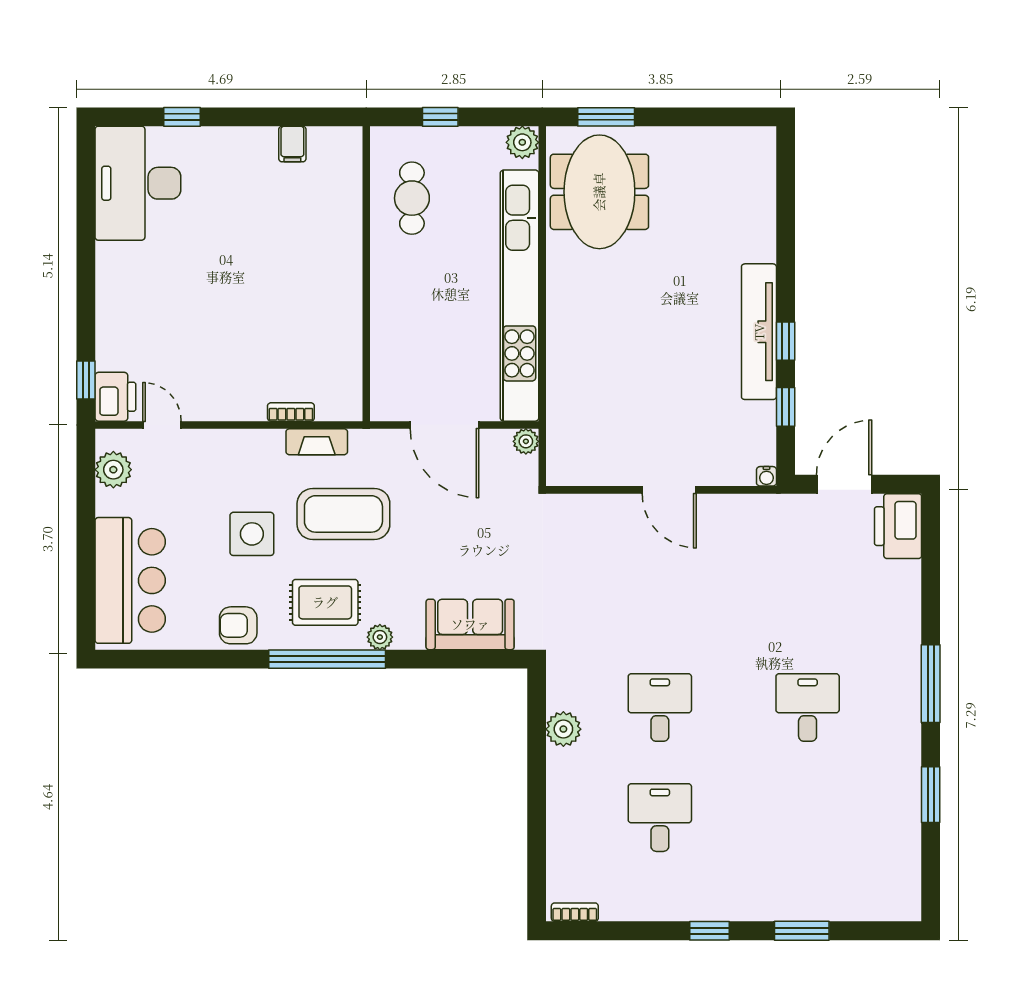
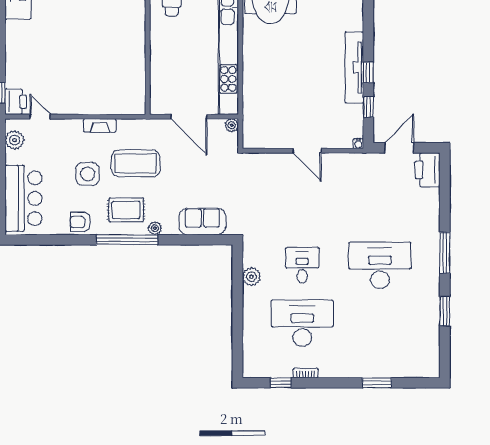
bookcase: (291, 412) -> (108, 110), removed
fireplace: (317, 442) -> (100, 125), moved
desk: (808, 707) -> (380, 265), width x1.87, depth x1.30
desk: (660, 818) -> (302, 323), width x1.87, depth x1.30
bookcase: (575, 912) -> (306, 373), moved
window: (709, 931) -> (281, 383), moved

